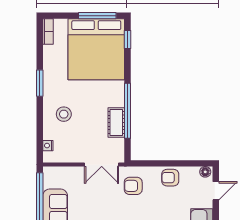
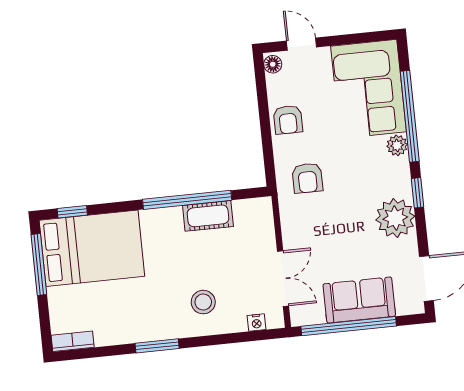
bed: (96, 49) -> (92, 248), width x0.73
double door: (102, 165) -> (283, 279), moved

